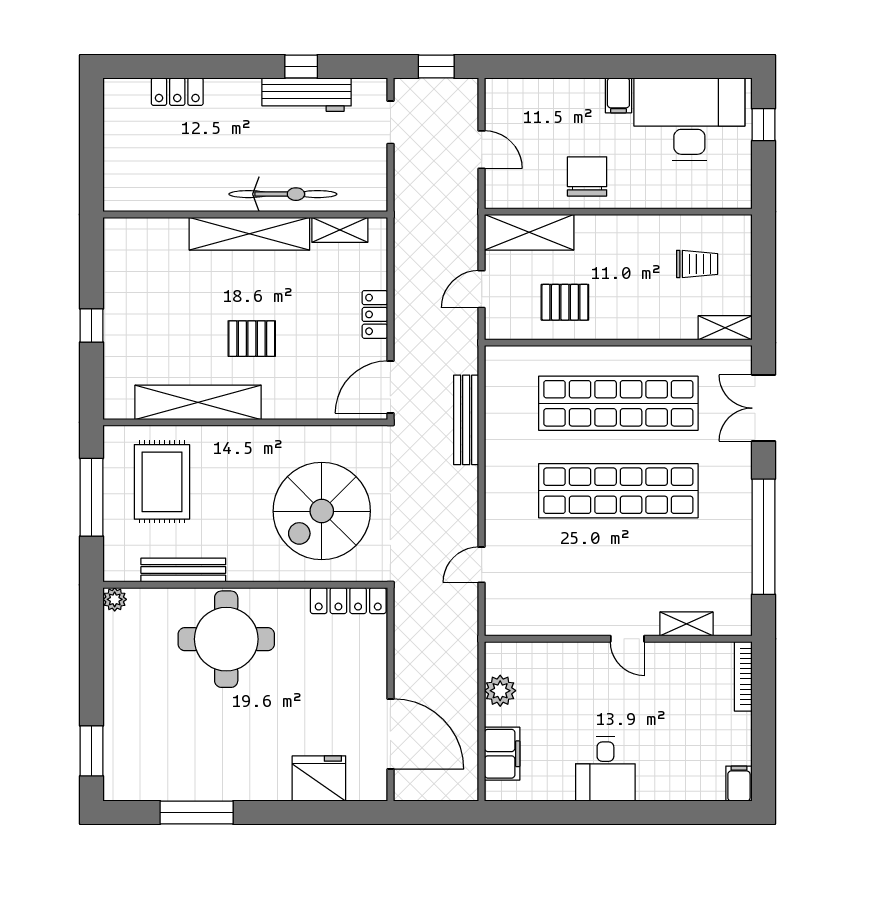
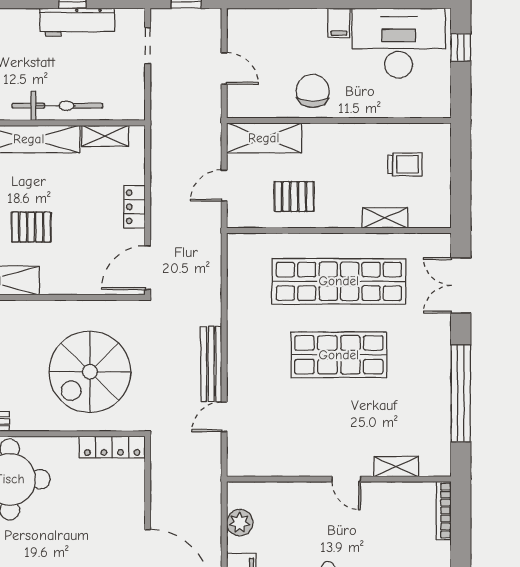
shelving: (725, 328) -> (385, 218), moved
bench: (466, 420) -> (211, 364), moved
shop shelf: (618, 491) -> (339, 355), width x0.71

